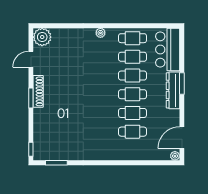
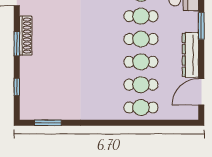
dresser: (173, 90) -> (190, 55), moved
window: (31, 149) -> (17, 87), moved
cafe table: (133, 150) -> (141, 108), added
plant: (175, 156) -> (193, 114), removed

